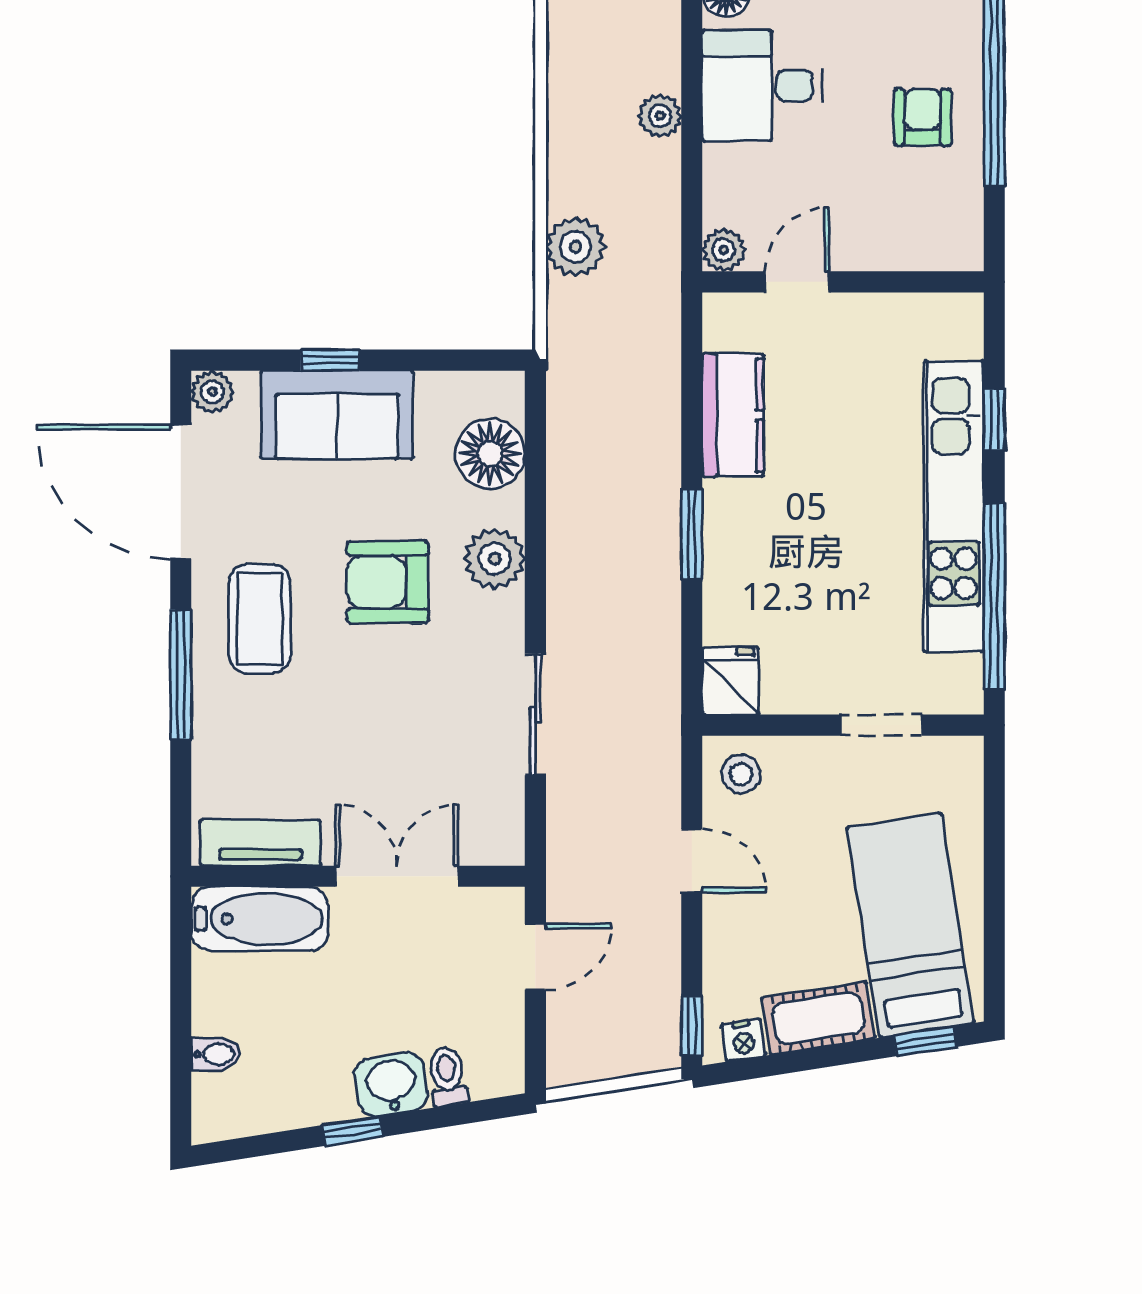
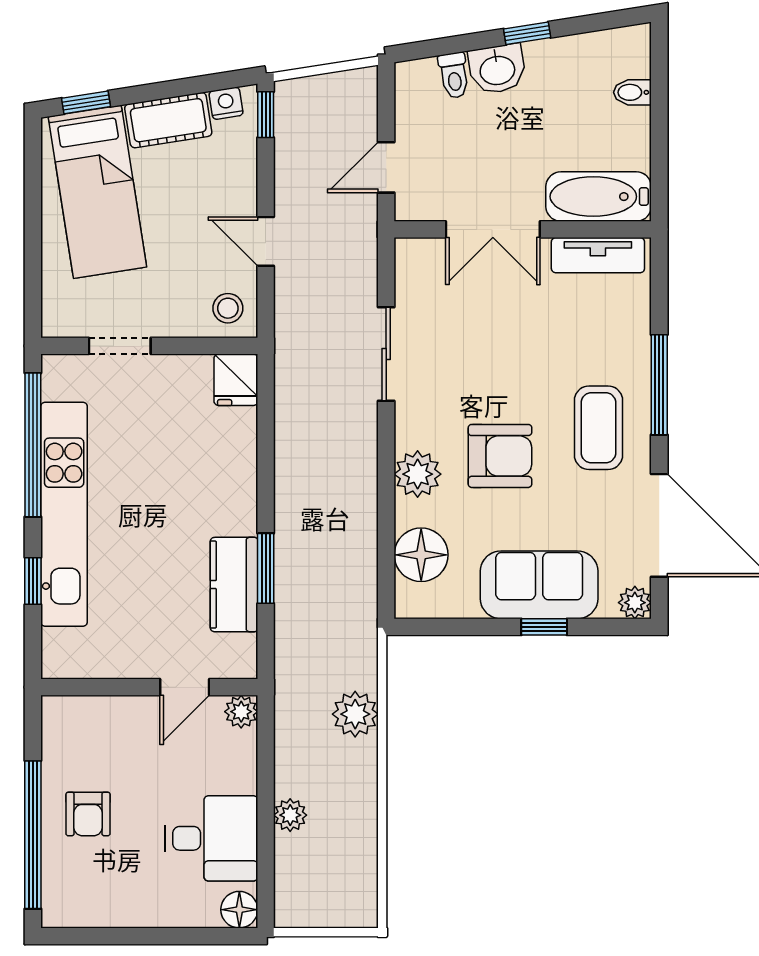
window: (692, 534) -> (266, 568), moved

